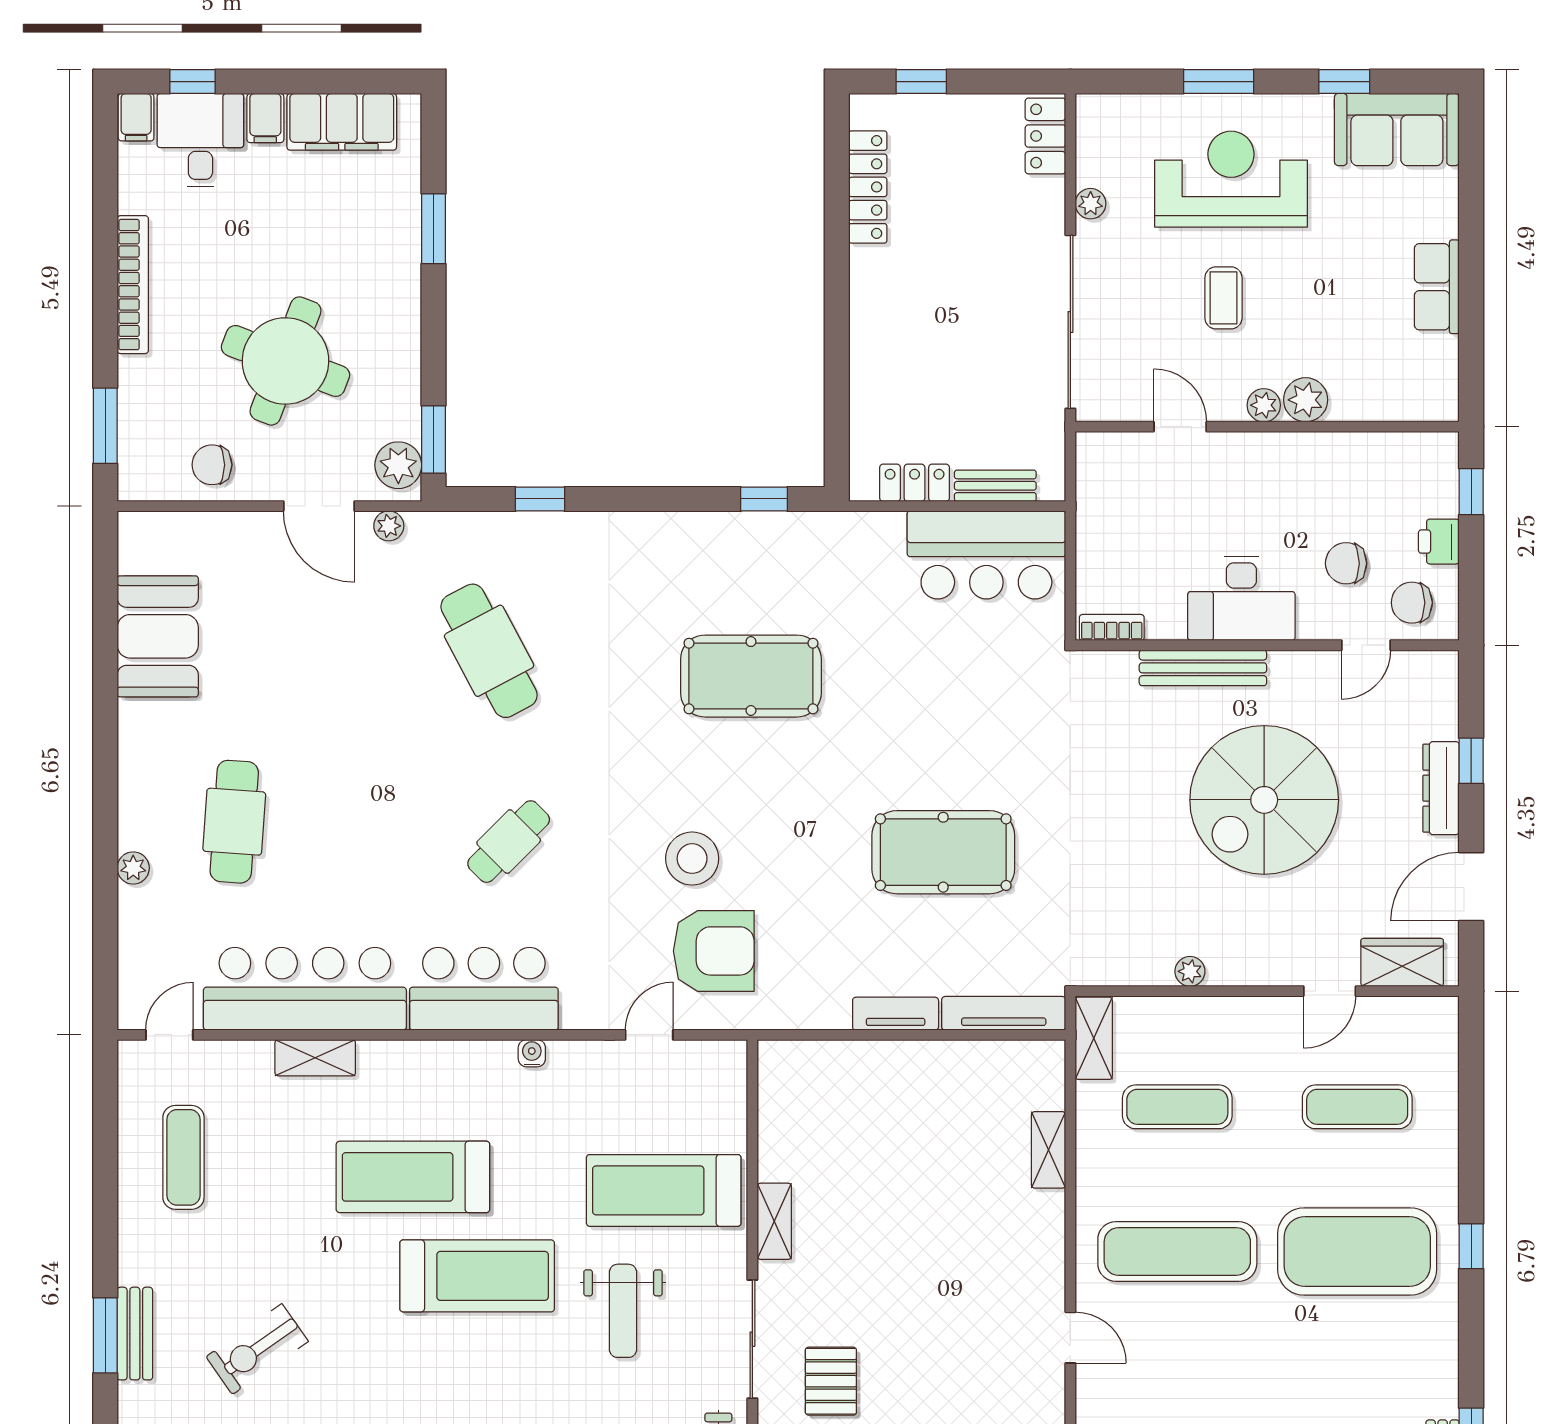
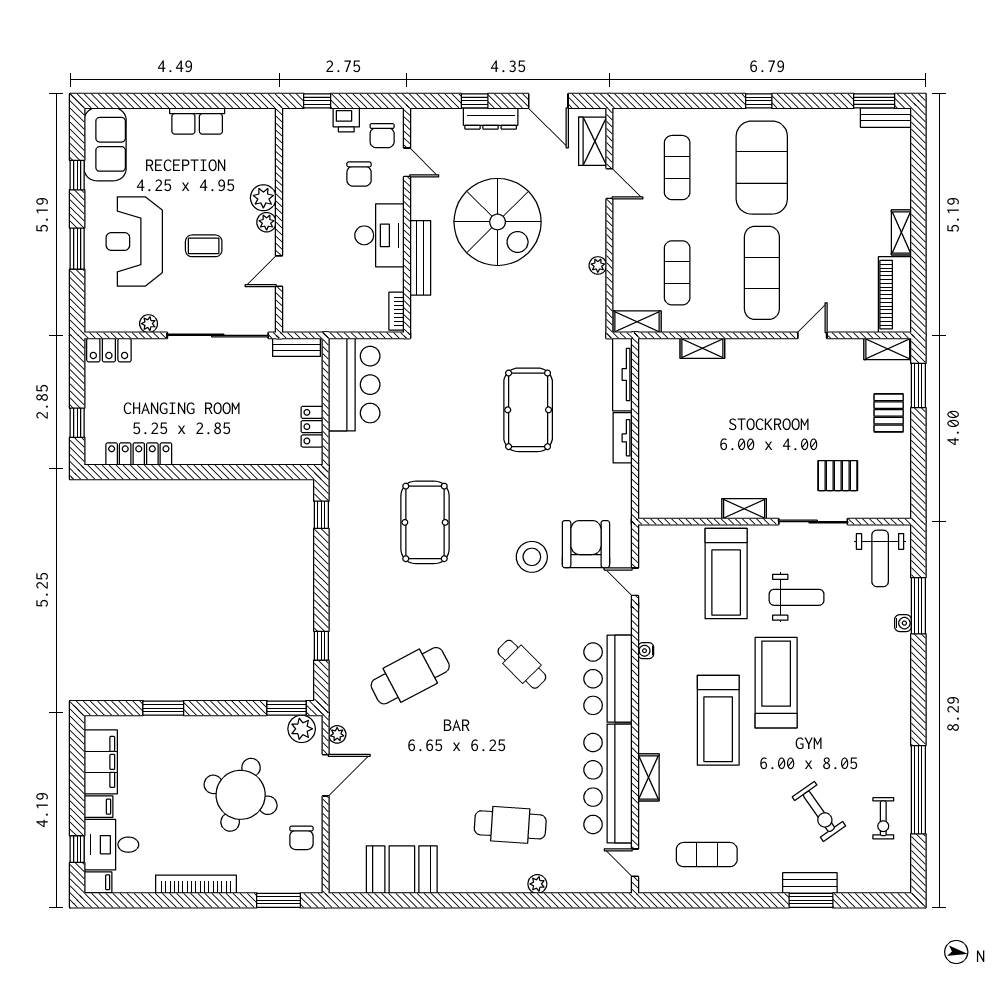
bench: (995, 486) -> (296, 347), moved, turned 90

